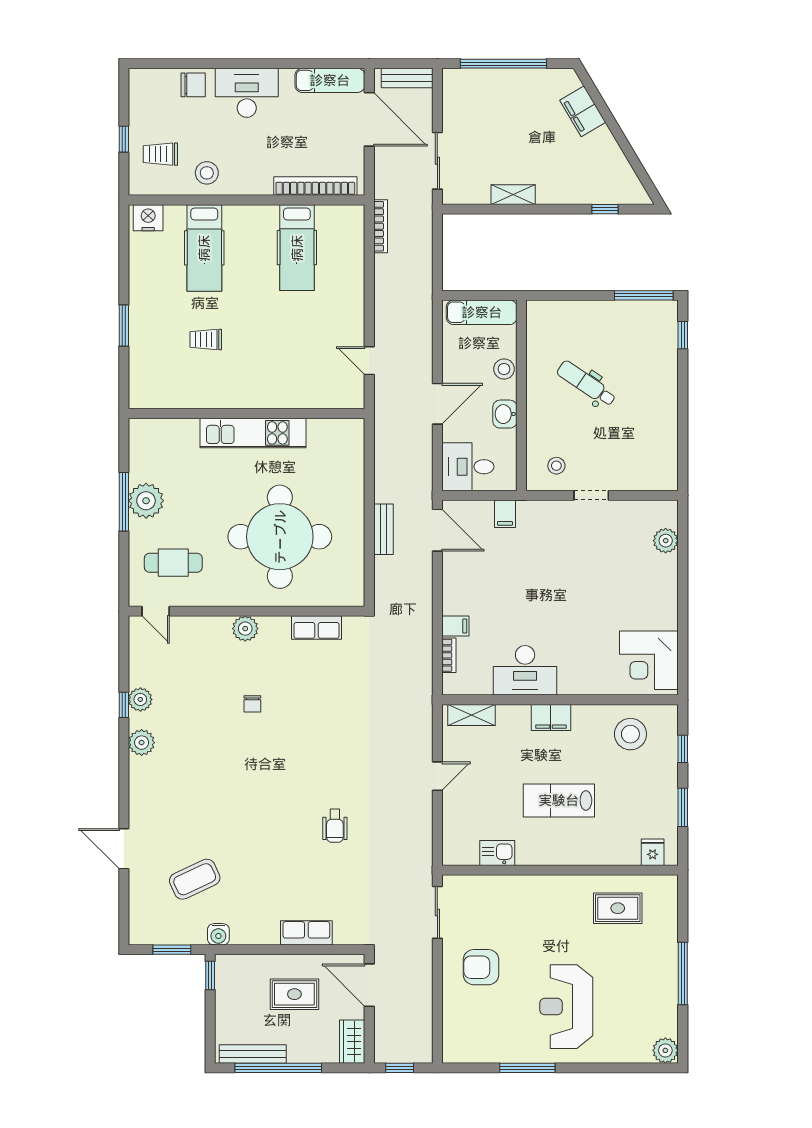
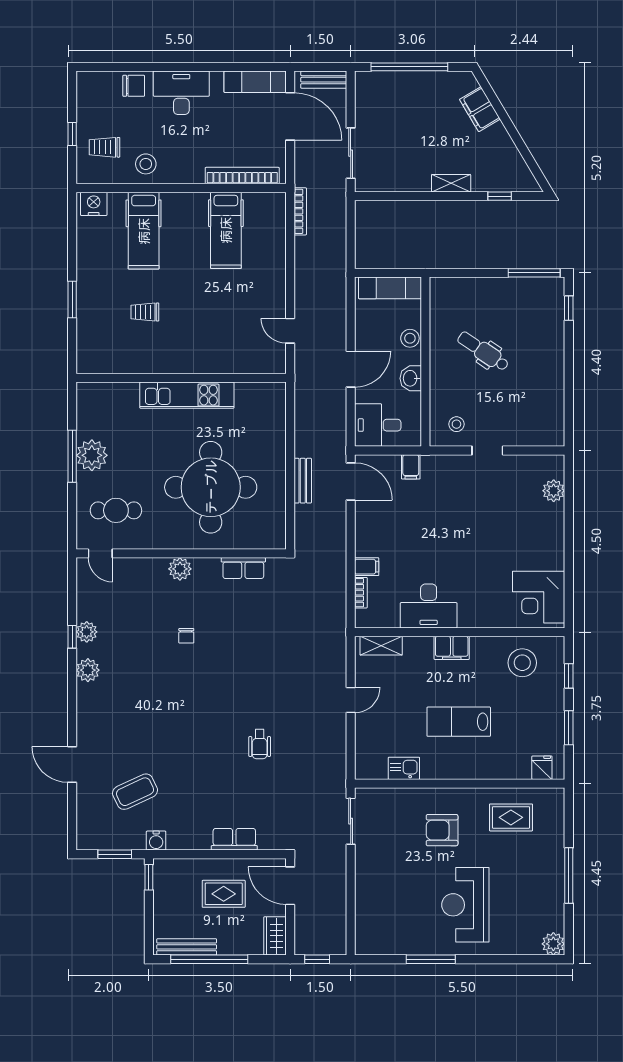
shelving: (513, 195) -> (451, 183), moved
armchair: (481, 967) -> (442, 830), moved

